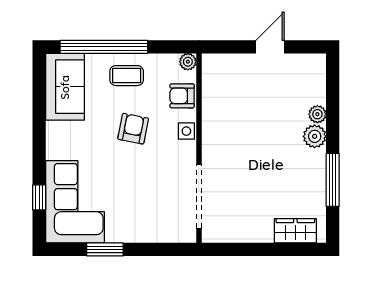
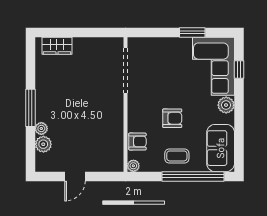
armchair: (133, 129) -> (172, 118), turned -101
side table: (186, 131) -> (134, 117), removed
plant: (315, 136) -> (43, 144), moved
plant: (57, 147) -> (226, 105), added
window: (333, 180) -> (30, 108), moved

